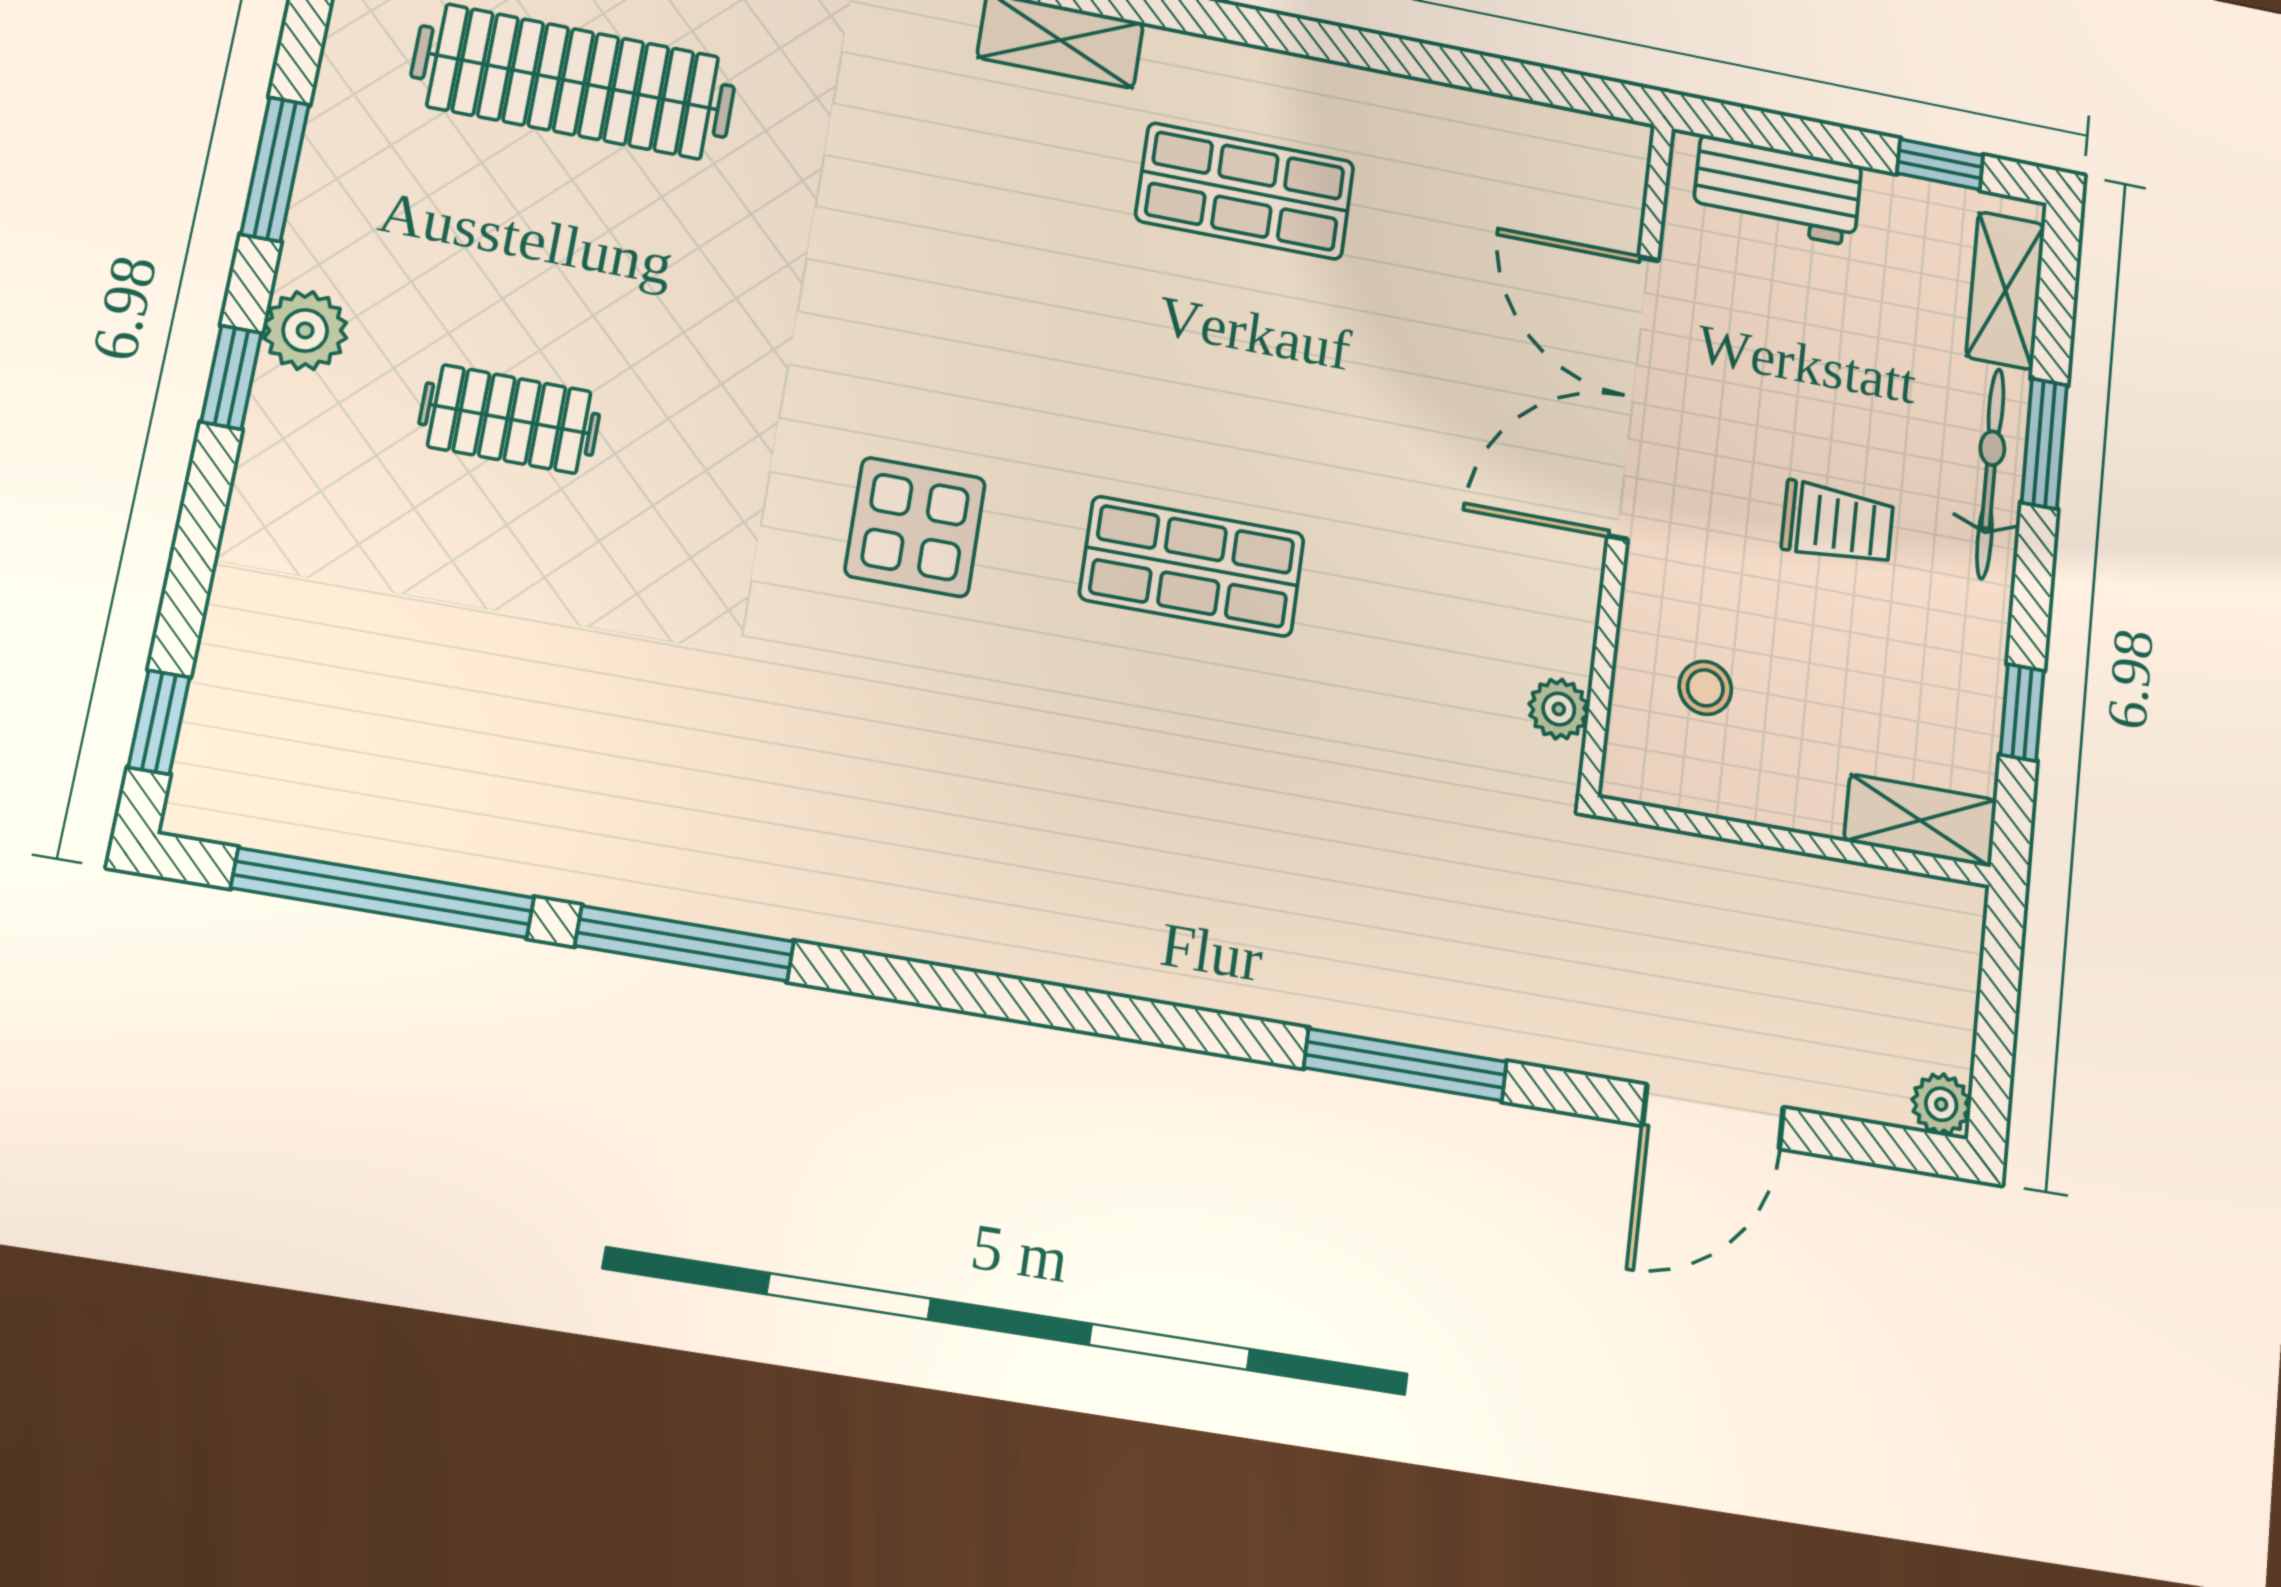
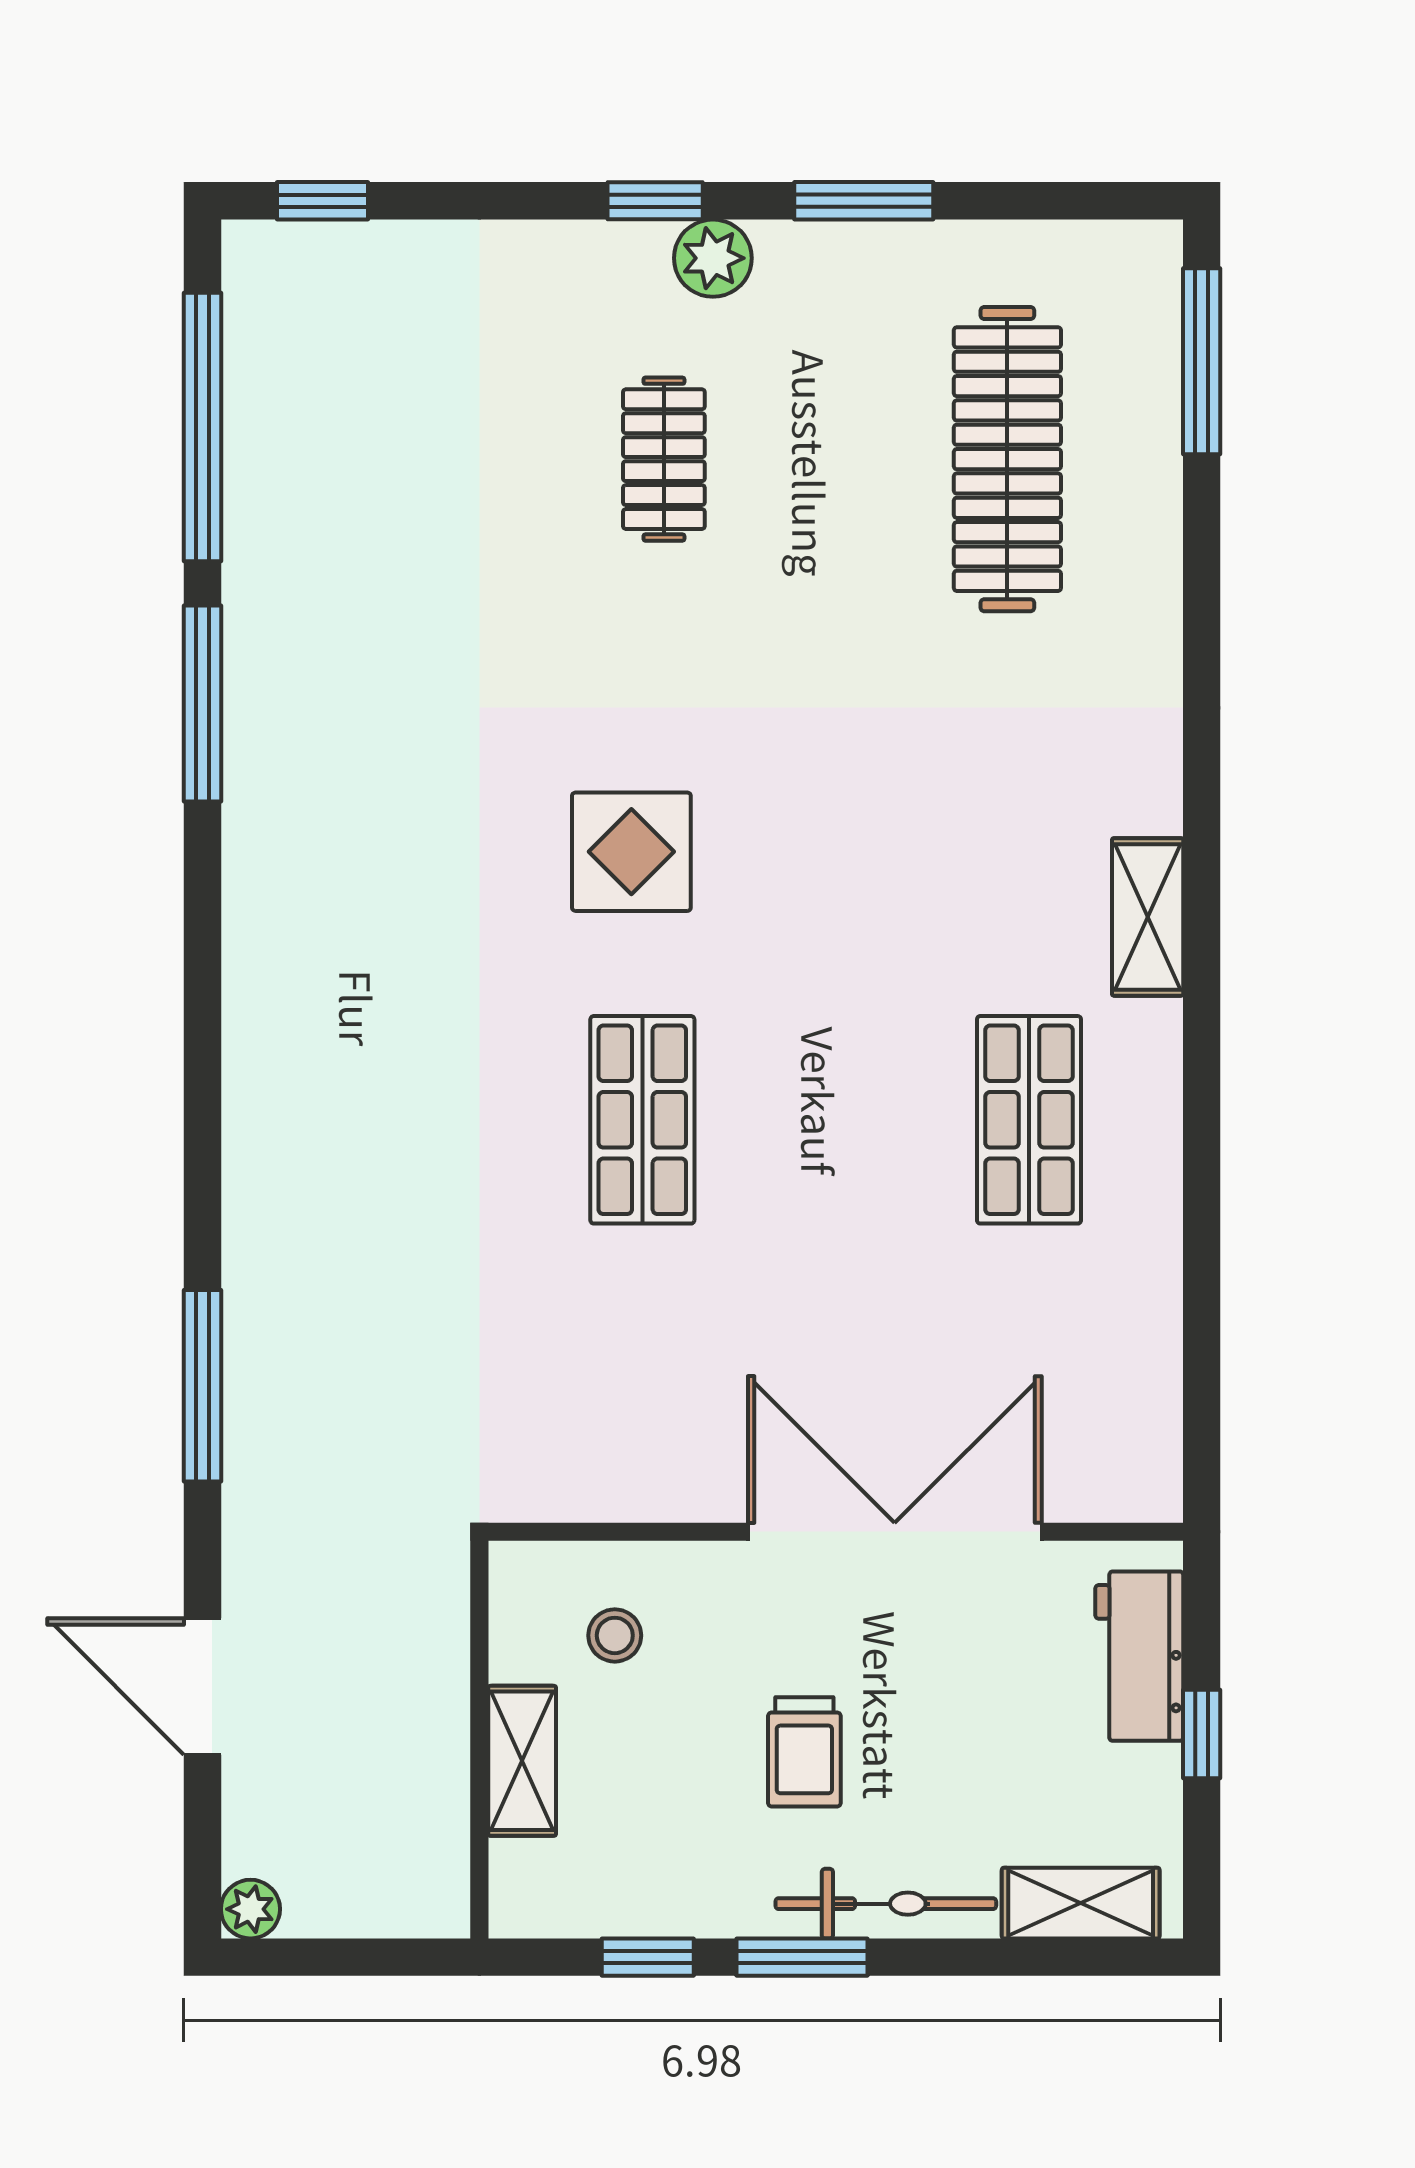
window: (1940, 164) -> (1202, 1734), moved
window: (2044, 444) -> (802, 1957), moved
plant: (1559, 709) -> (568, 1493), removed
shelving: (1920, 820) -> (522, 1761), moved

